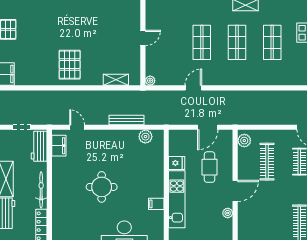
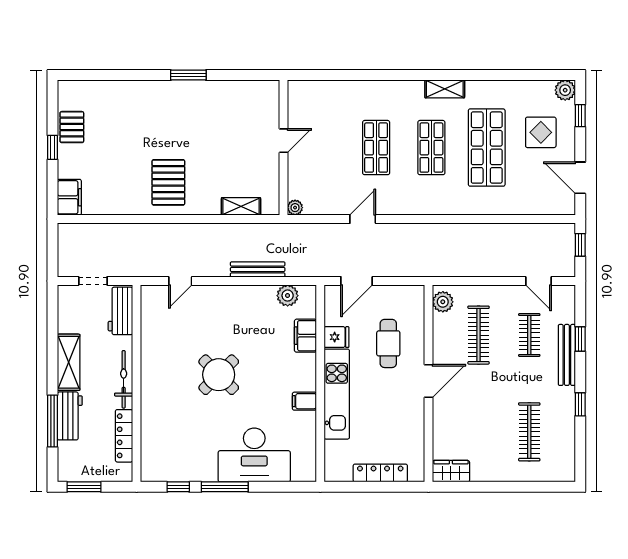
shop shelf: (272, 42) -> (487, 148), width x1.43, depth x1.36
door: (77, 127) -> (180, 281), swing flipped
door: (208, 127) -> (357, 281), moved
filing cabinet: (59, 146) -> (305, 336), moved, turned 180
round table: (102, 187) -> (219, 375), turned 45
plant: (228, 213) -> (417, 416), removed

